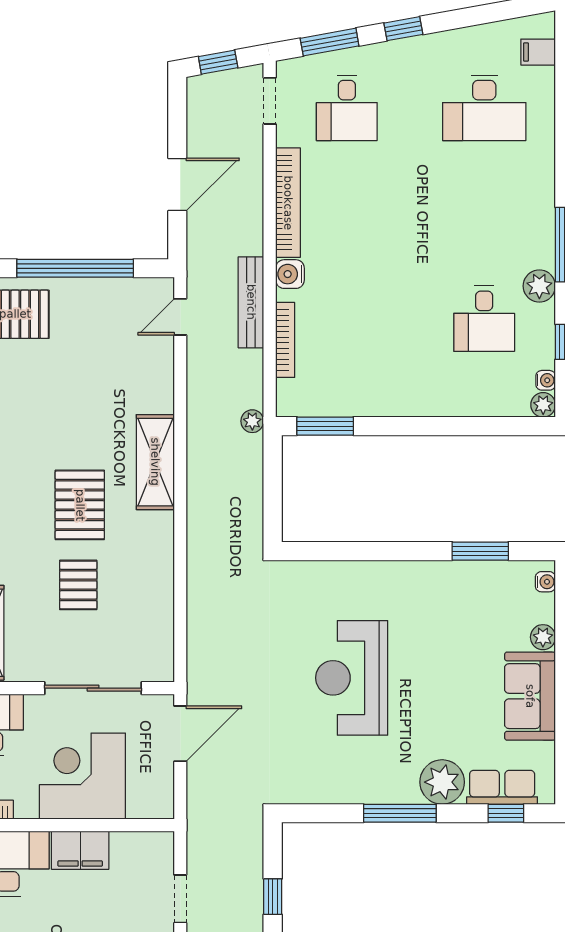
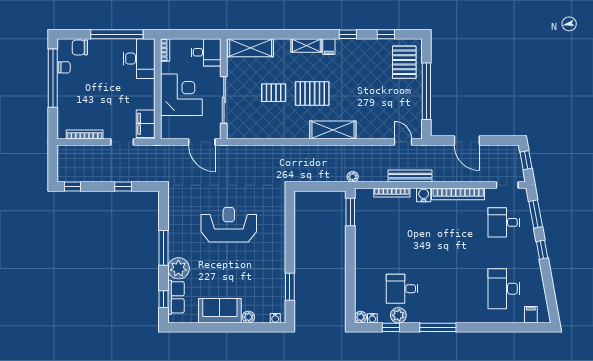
plant: (539, 286) -> (398, 315), moved
filing cabinet: (80, 850) -> (146, 124), moved

